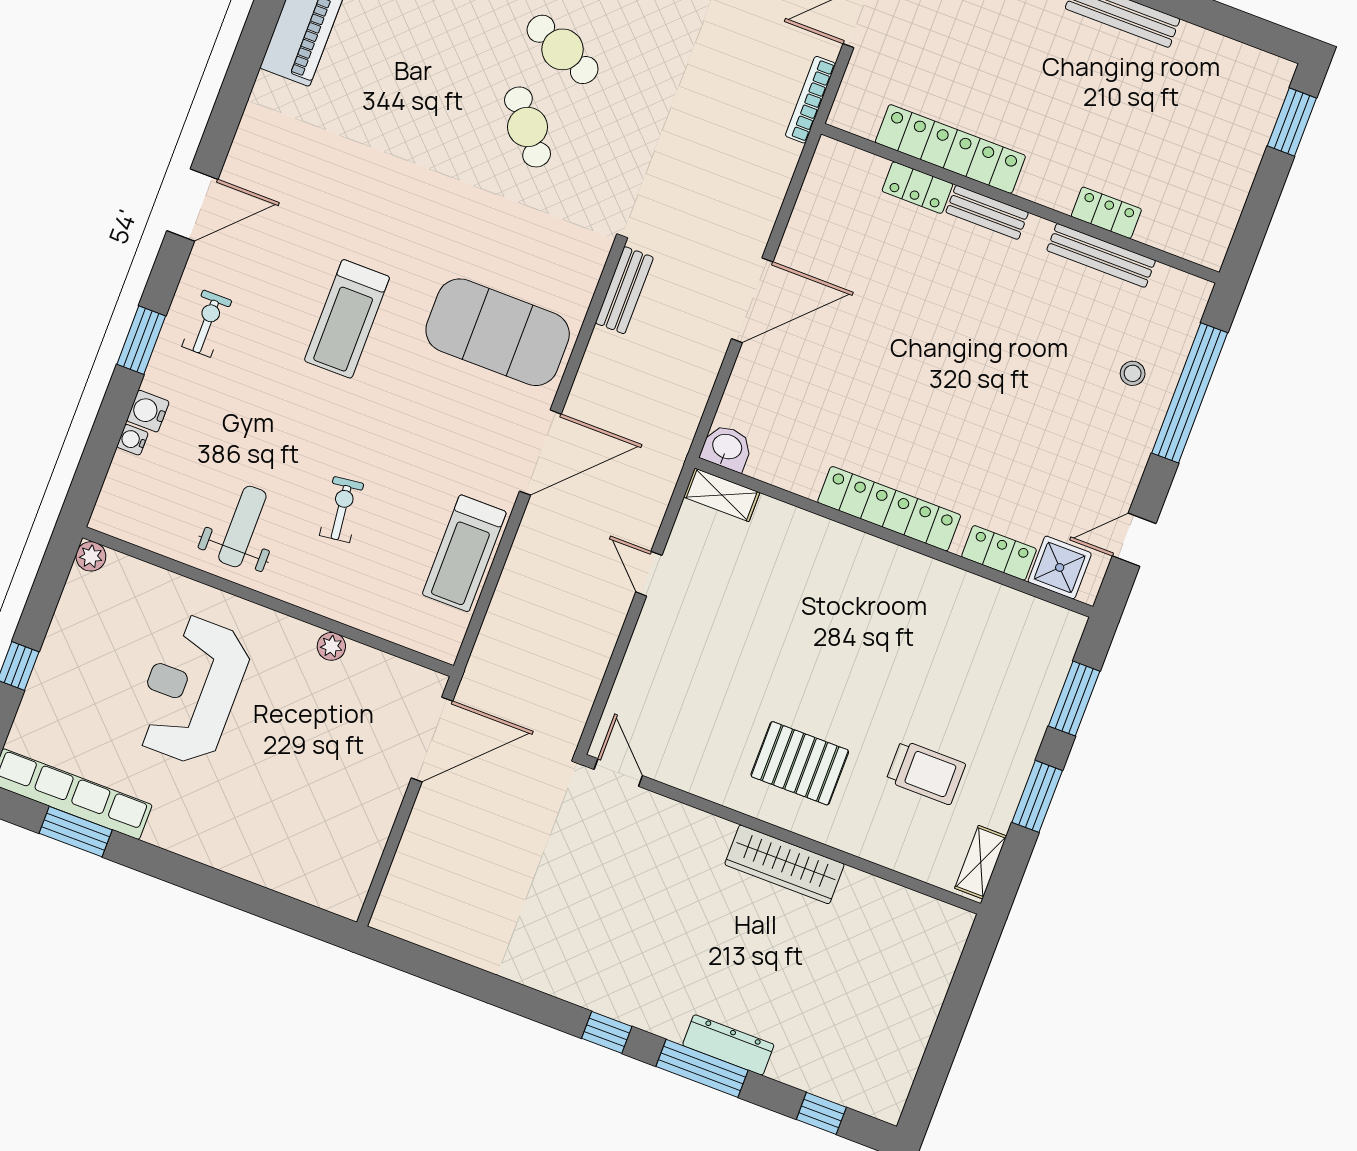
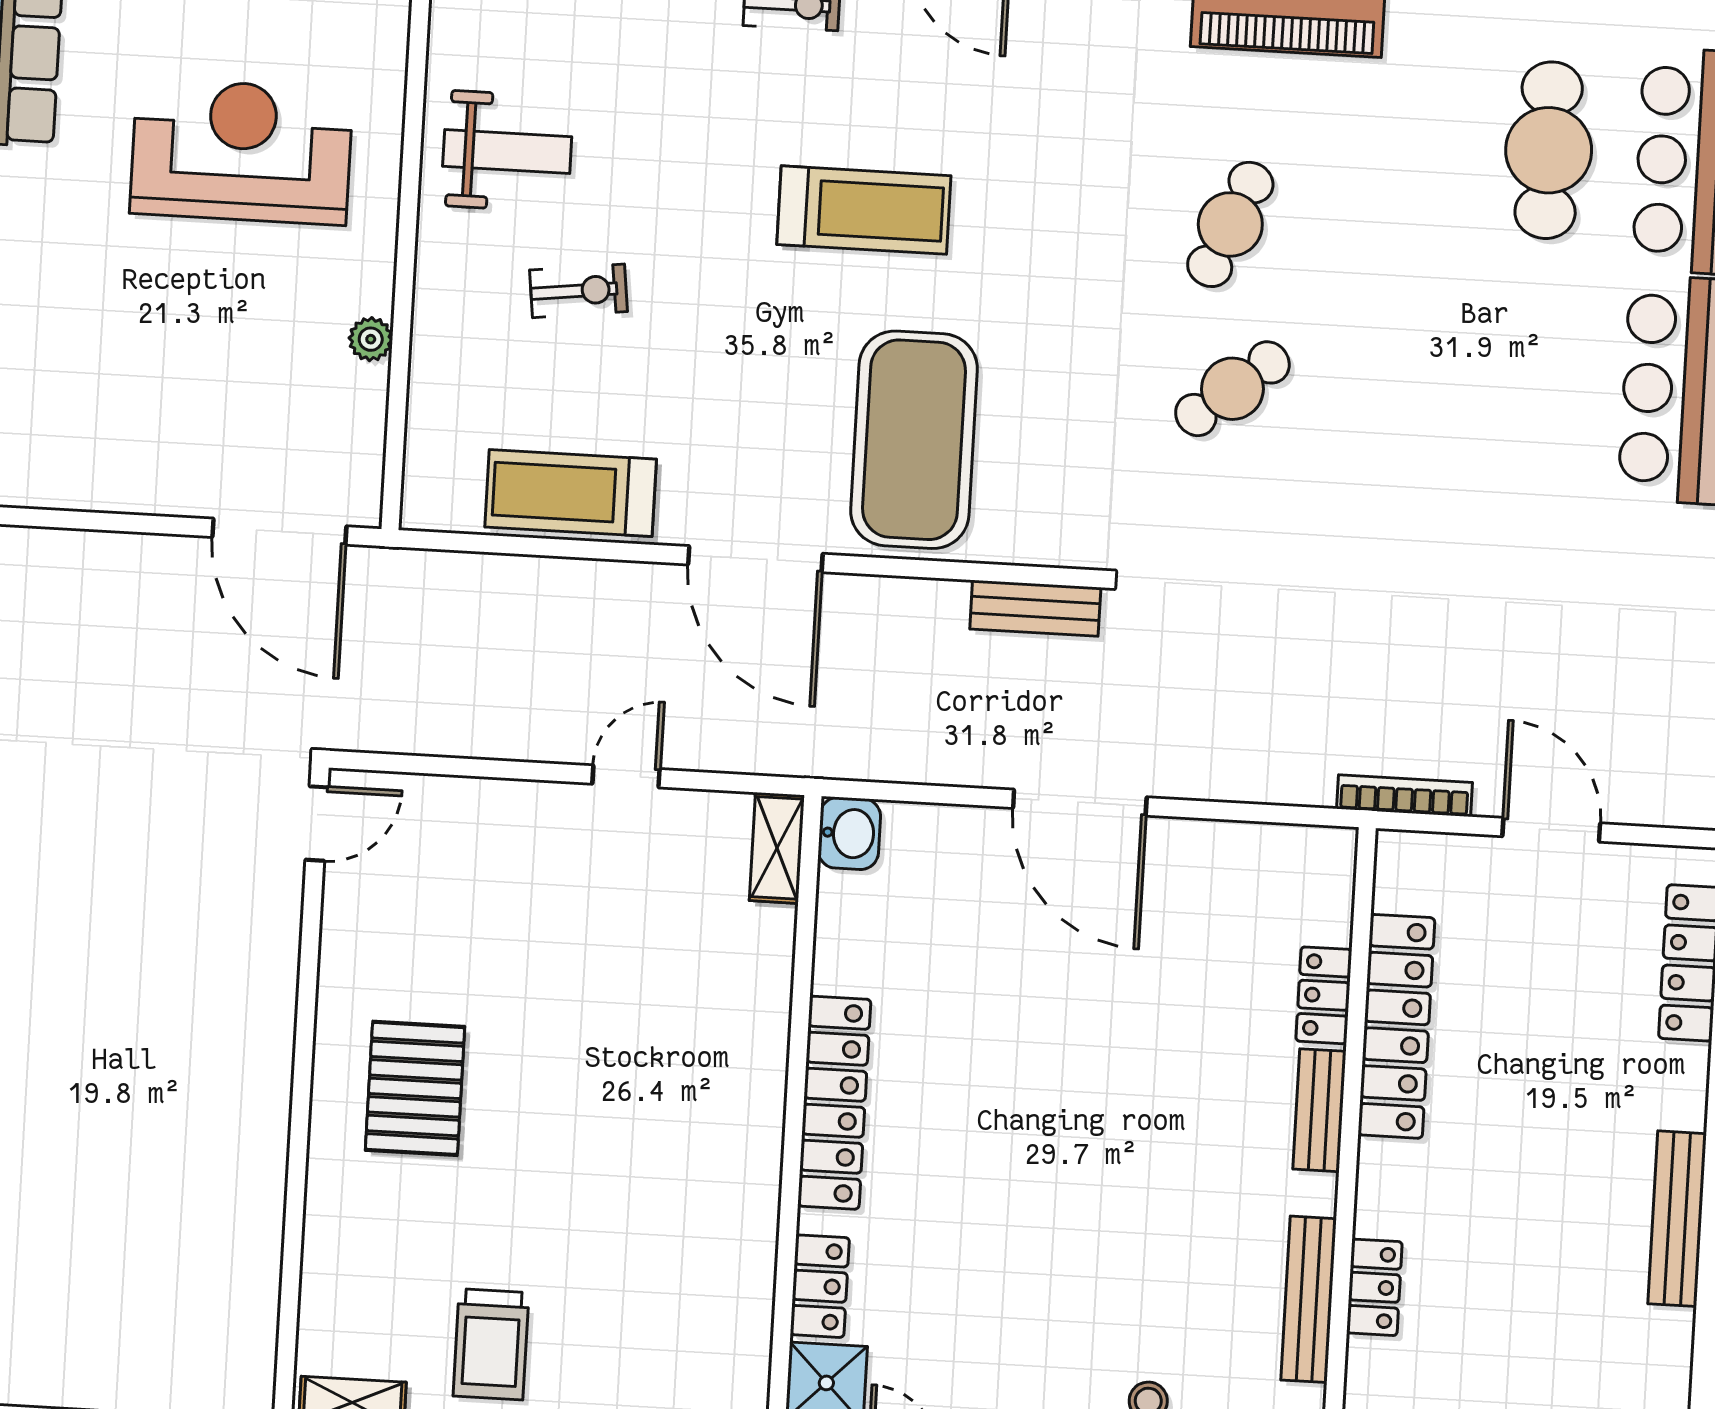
cafe table: (563, 49) -> (1230, 224), moved
treadmill: (347, 319) -> (864, 210), turned 180
trolley: (926, 772) -> (491, 1344), moved
wardrobe: (784, 864) -> (258, 1113), removed

